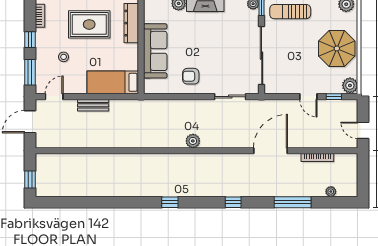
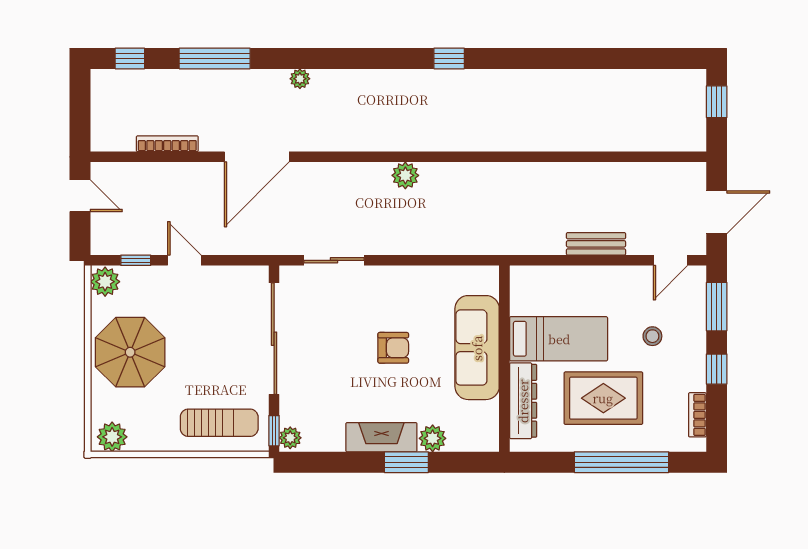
armchair: (191, 76) -> (393, 348), moved
bed: (113, 82) -> (559, 339), moved
plant: (331, 192) -> (300, 79), moved
window: (233, 202) -> (130, 58), moved

